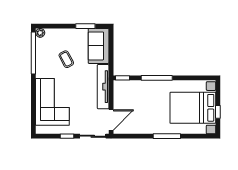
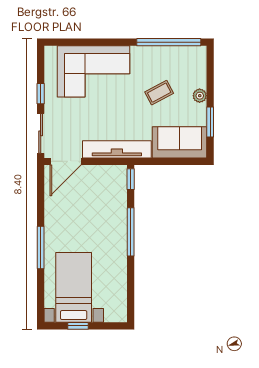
plant: (40, 33) -> (200, 96), moved
bed with nightstands: (193, 108) -> (74, 287), width x0.73
door: (111, 120) -> (66, 161), hinge flipped

